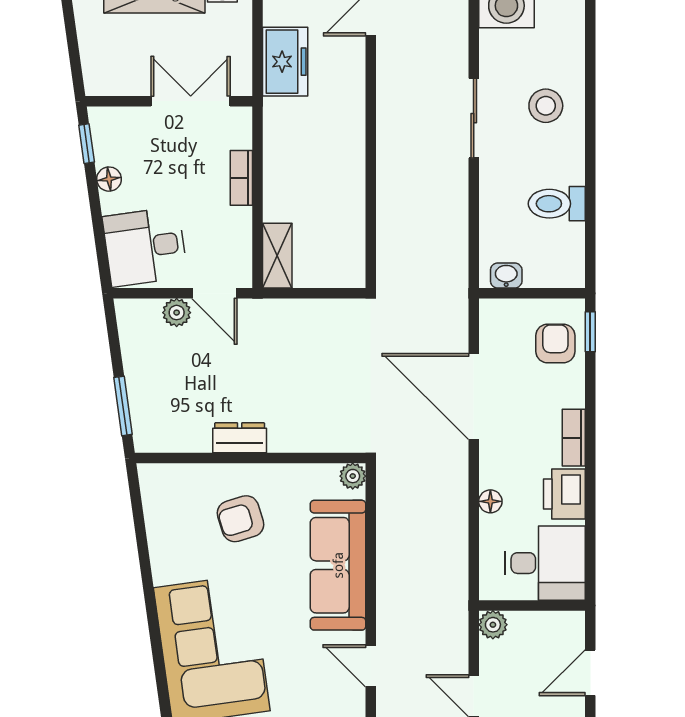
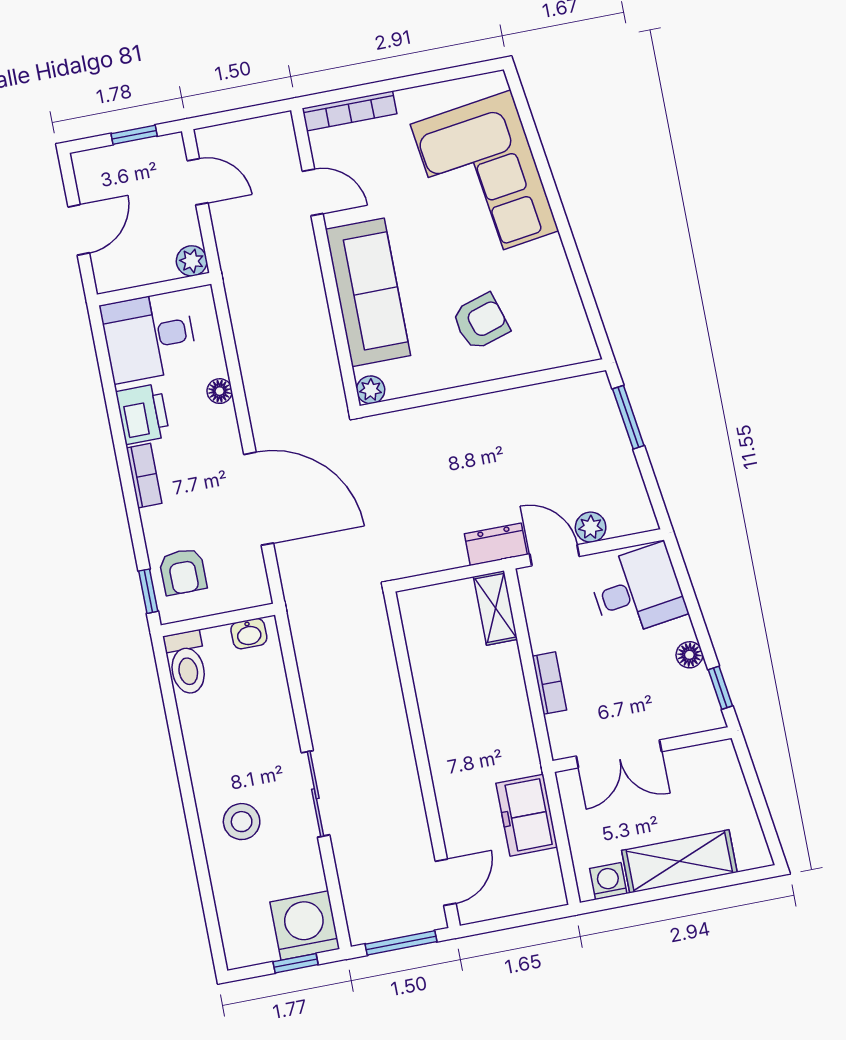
toilet: (557, 204) -> (187, 663), moved, turned 90
dresser: (240, 438) -> (496, 544), moved, turned 180

